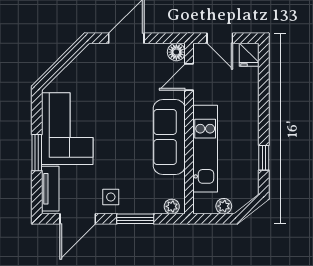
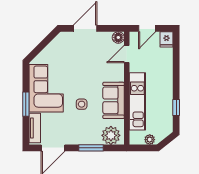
door: (220, 38) -> (147, 28), hinge flipped
sofa: (169, 137) -> (114, 100), width x0.73
side table: (111, 197) -> (82, 104), moved
plant: (172, 206) -> (111, 135), width x1.88, depth x1.88

